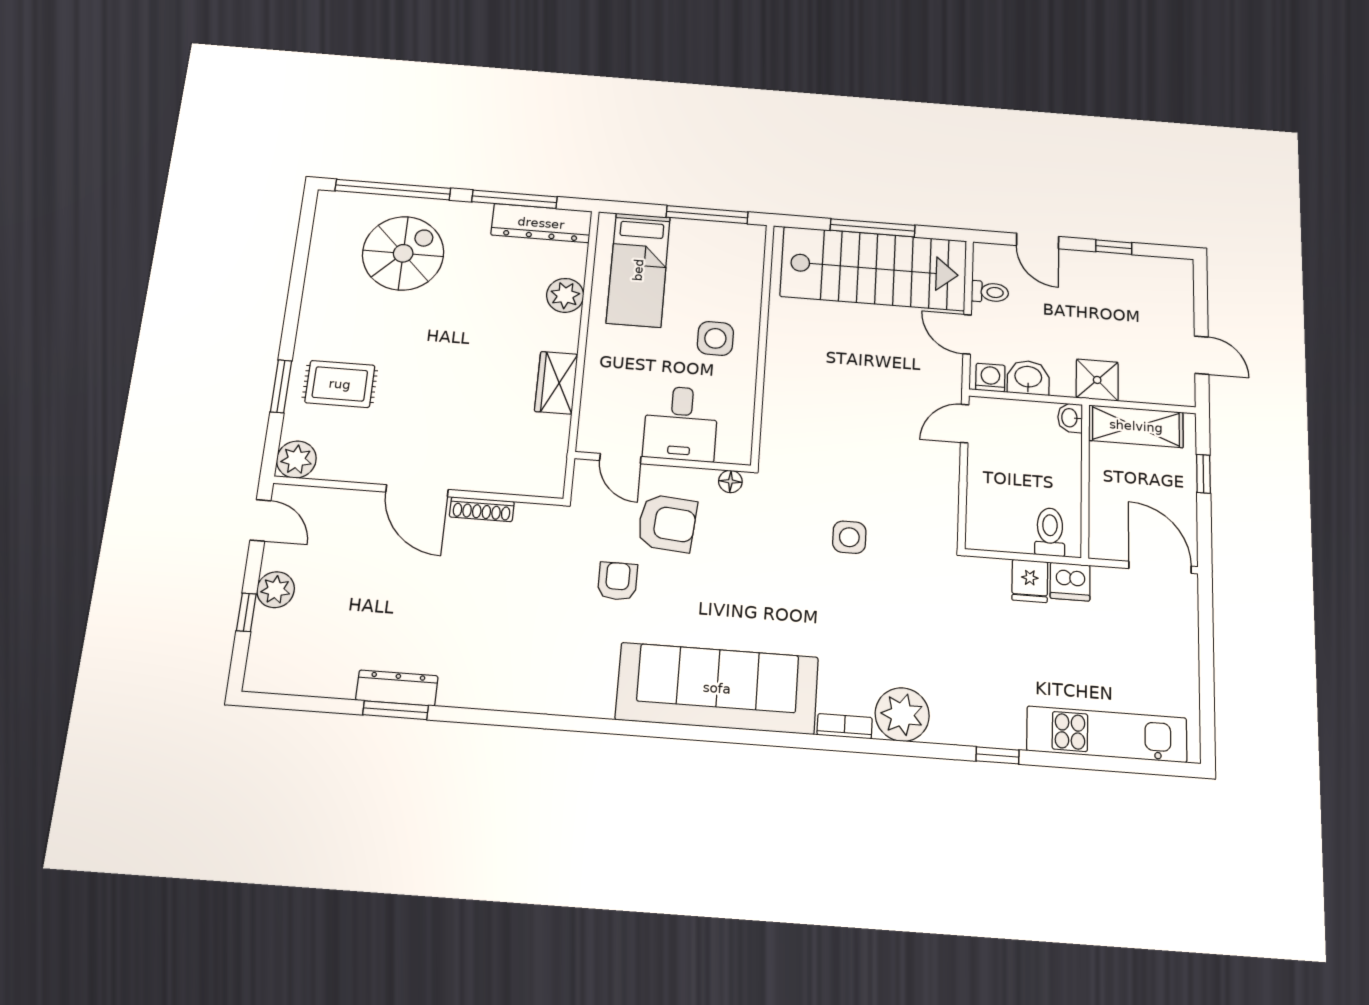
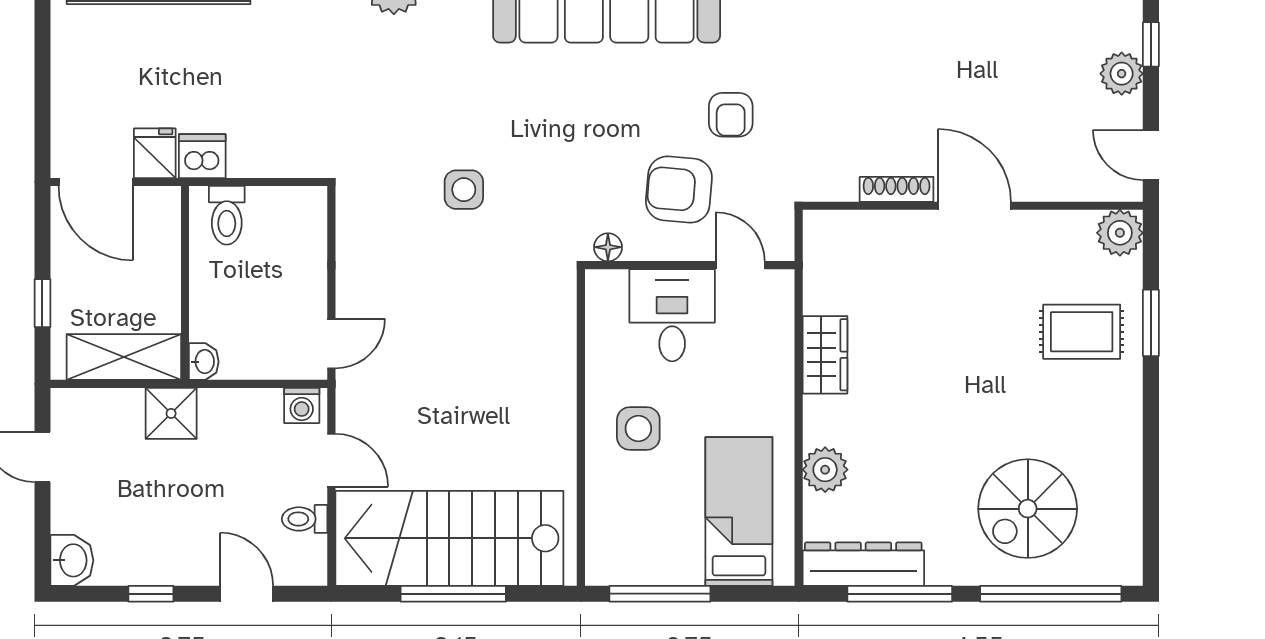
washbasin: (1028, 378) -> (72, 560), moved, turned -90
fridge: (1030, 581) -> (155, 153), moved

